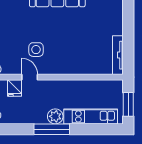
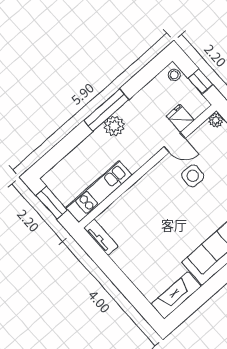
tv unit: (118, 55) -> (101, 237), width x0.71
kitchen unit: (91, 116) -> (99, 191), moved, turned 180

